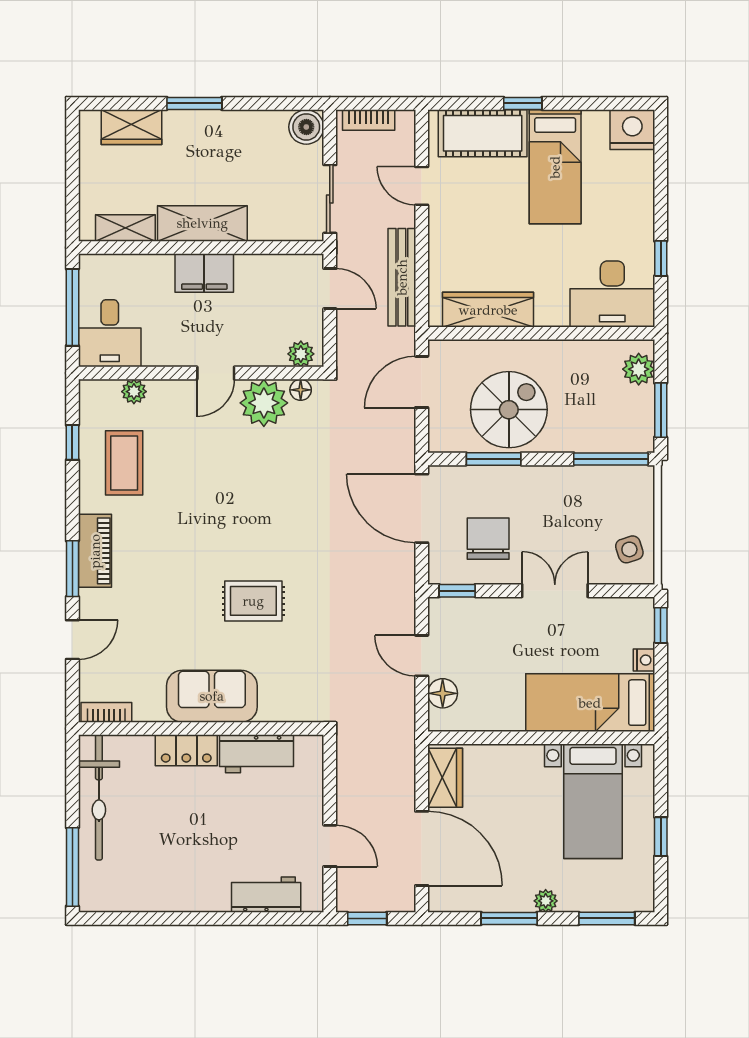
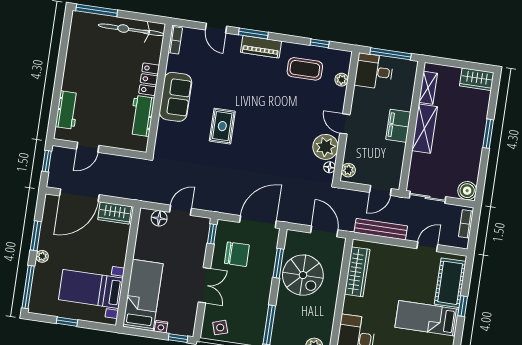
wardrobe: (131, 127) -> (477, 79), moved, turned -90
window: (607, 918) -> (28, 287), width x1.44

